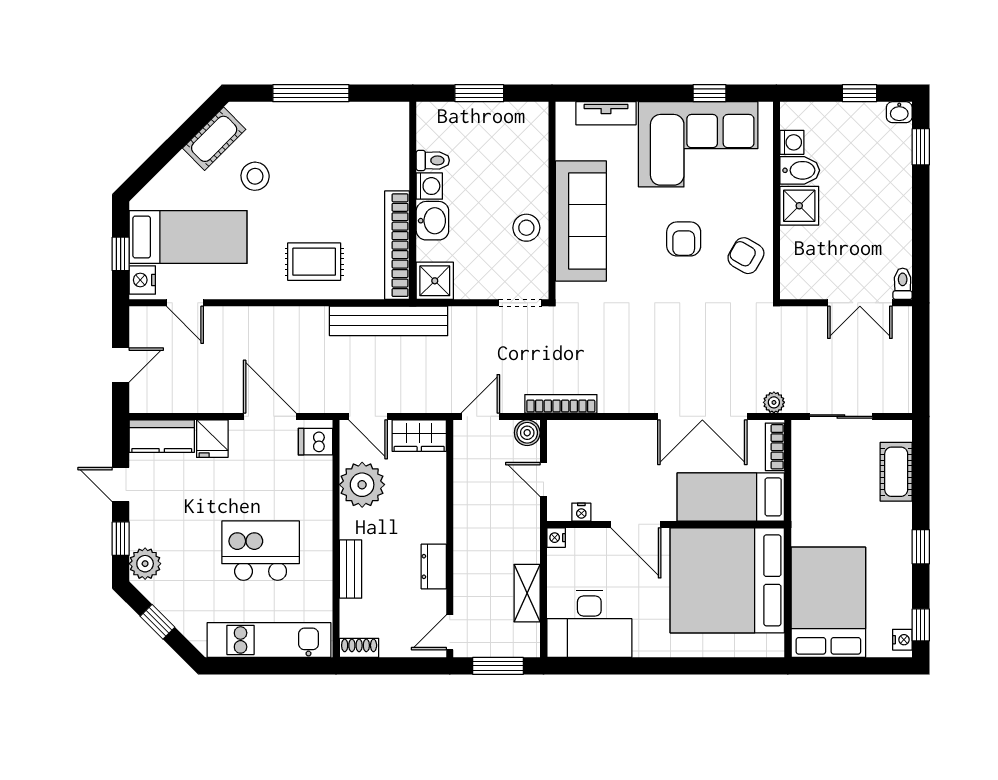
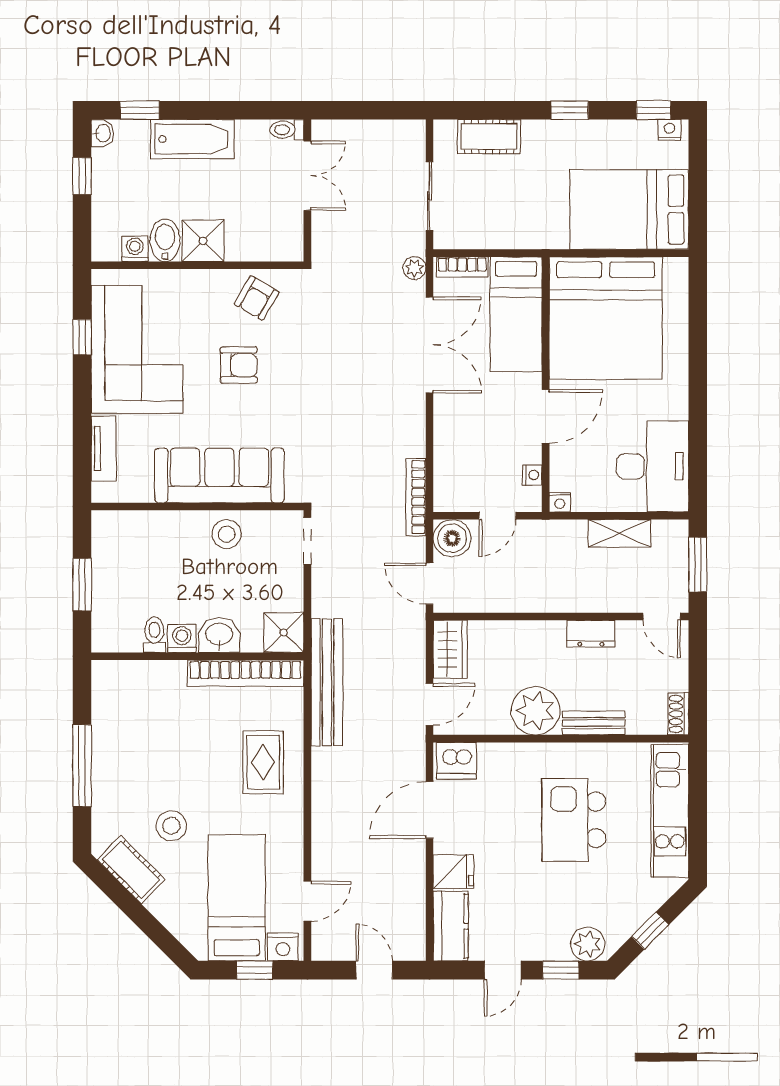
bathtub: (894, 196) -> (192, 139), added
boiler: (527, 433) -> (452, 538), width x1.36, depth x1.36
dishwasher: (316, 442) -> (457, 761), width x1.38
plant: (362, 485) -> (536, 711), moved

